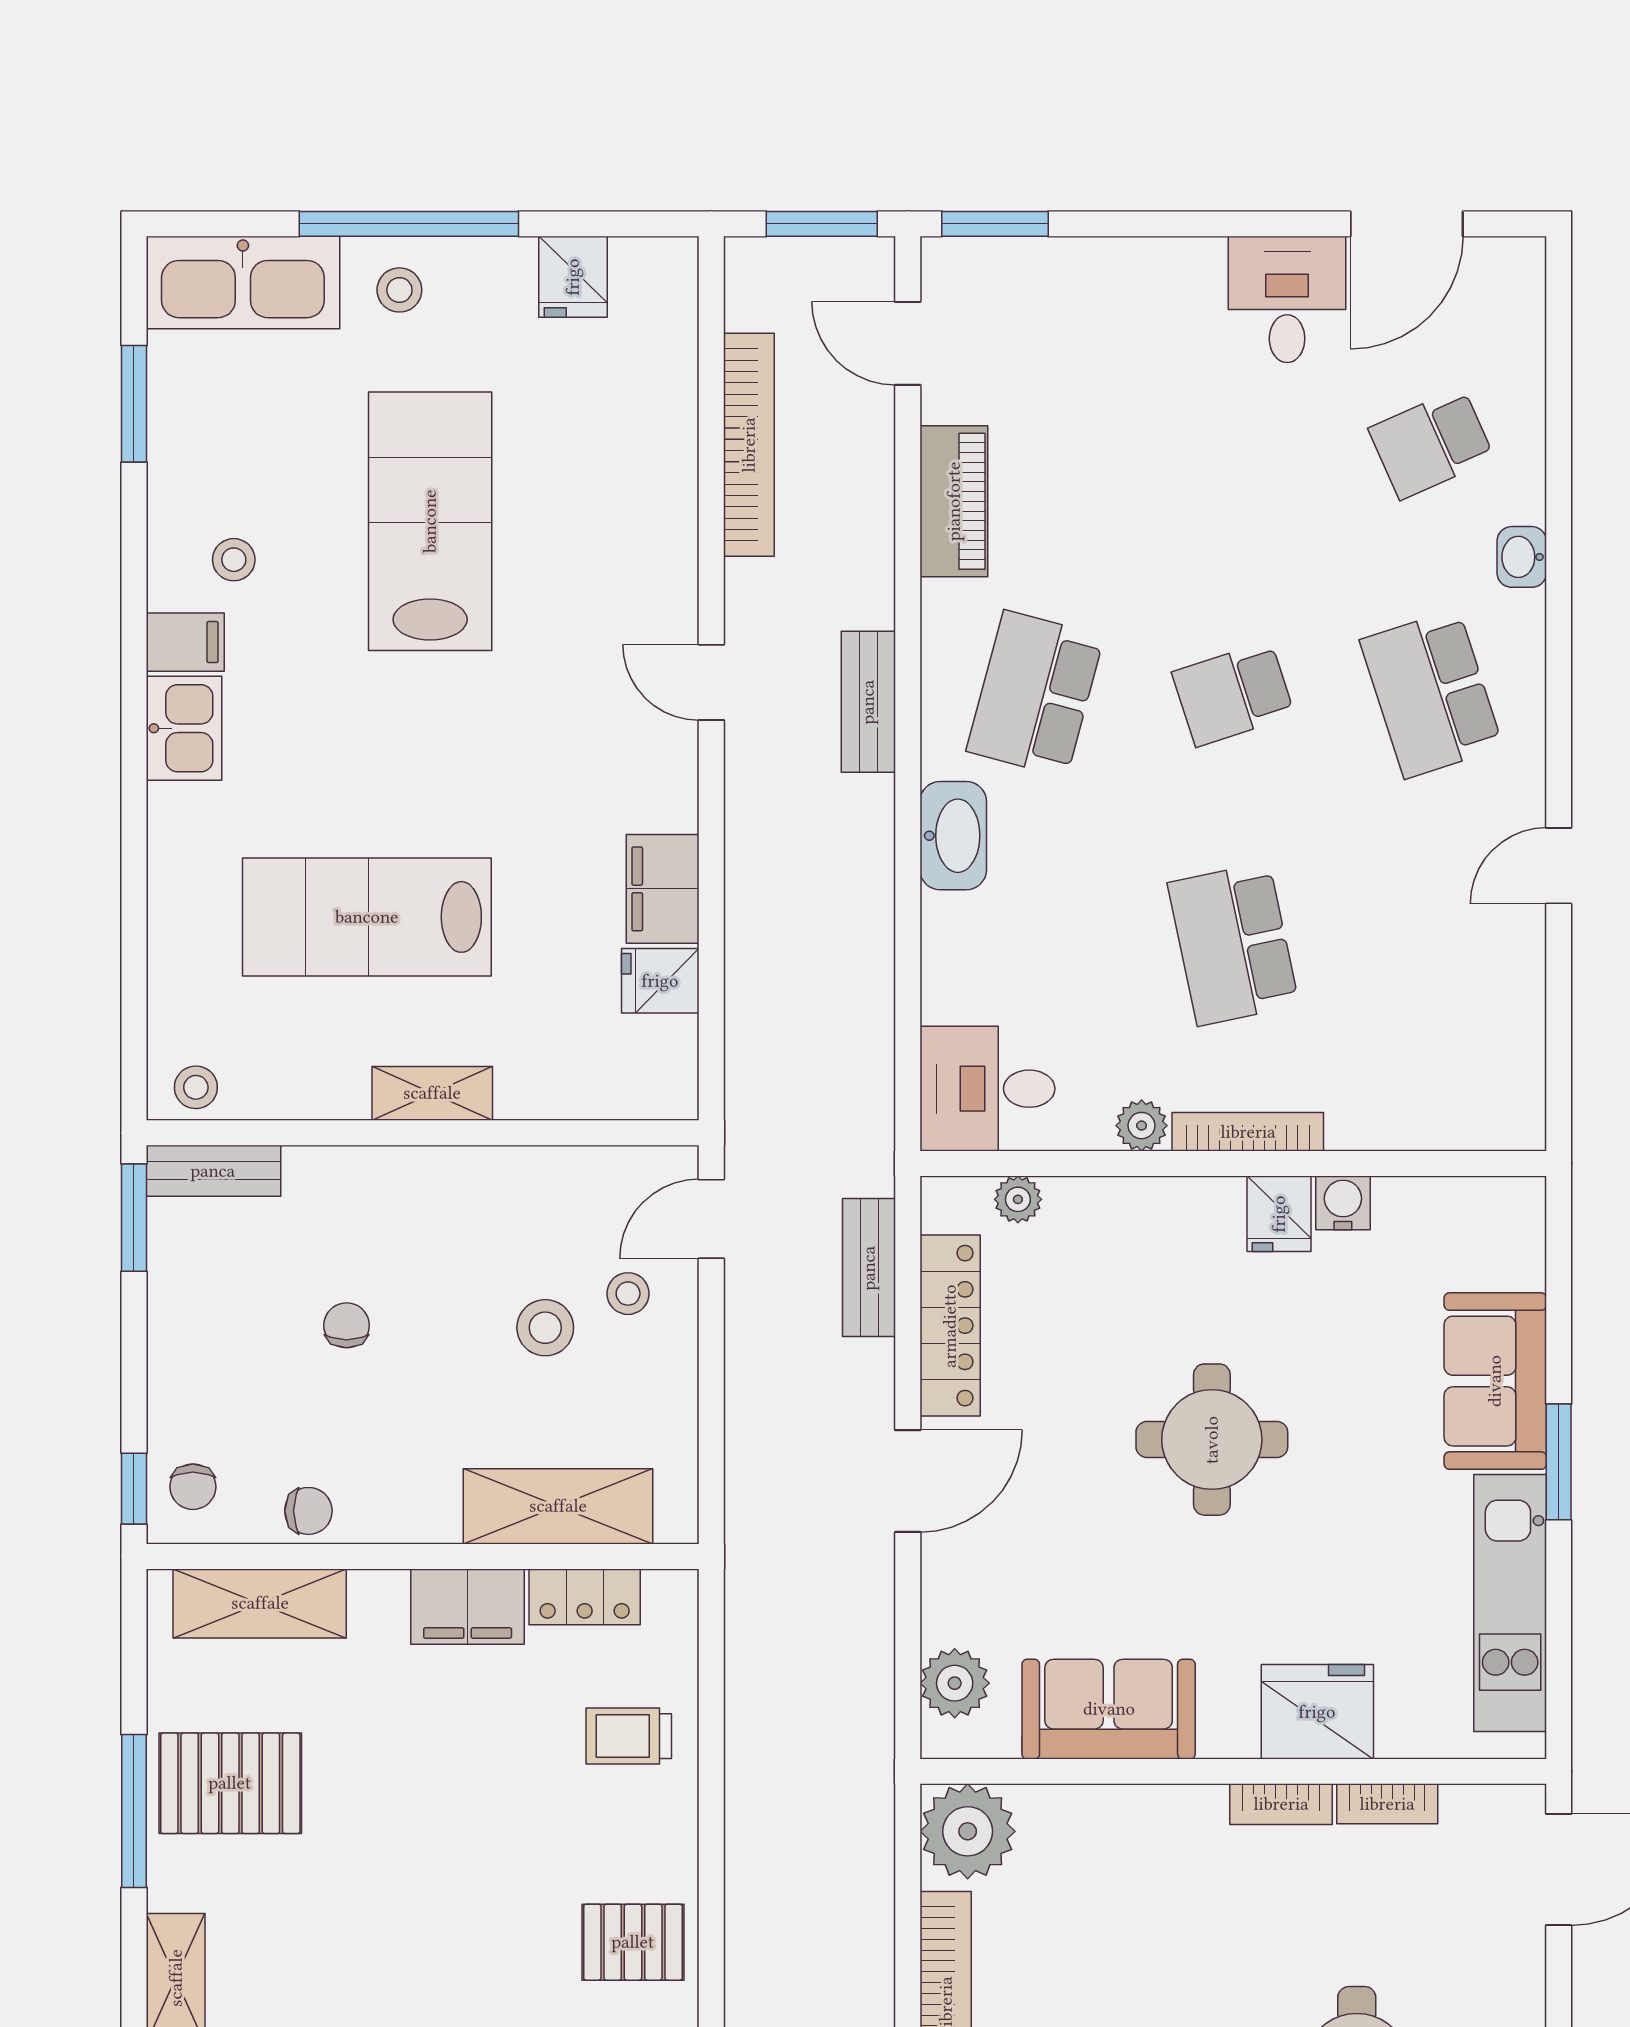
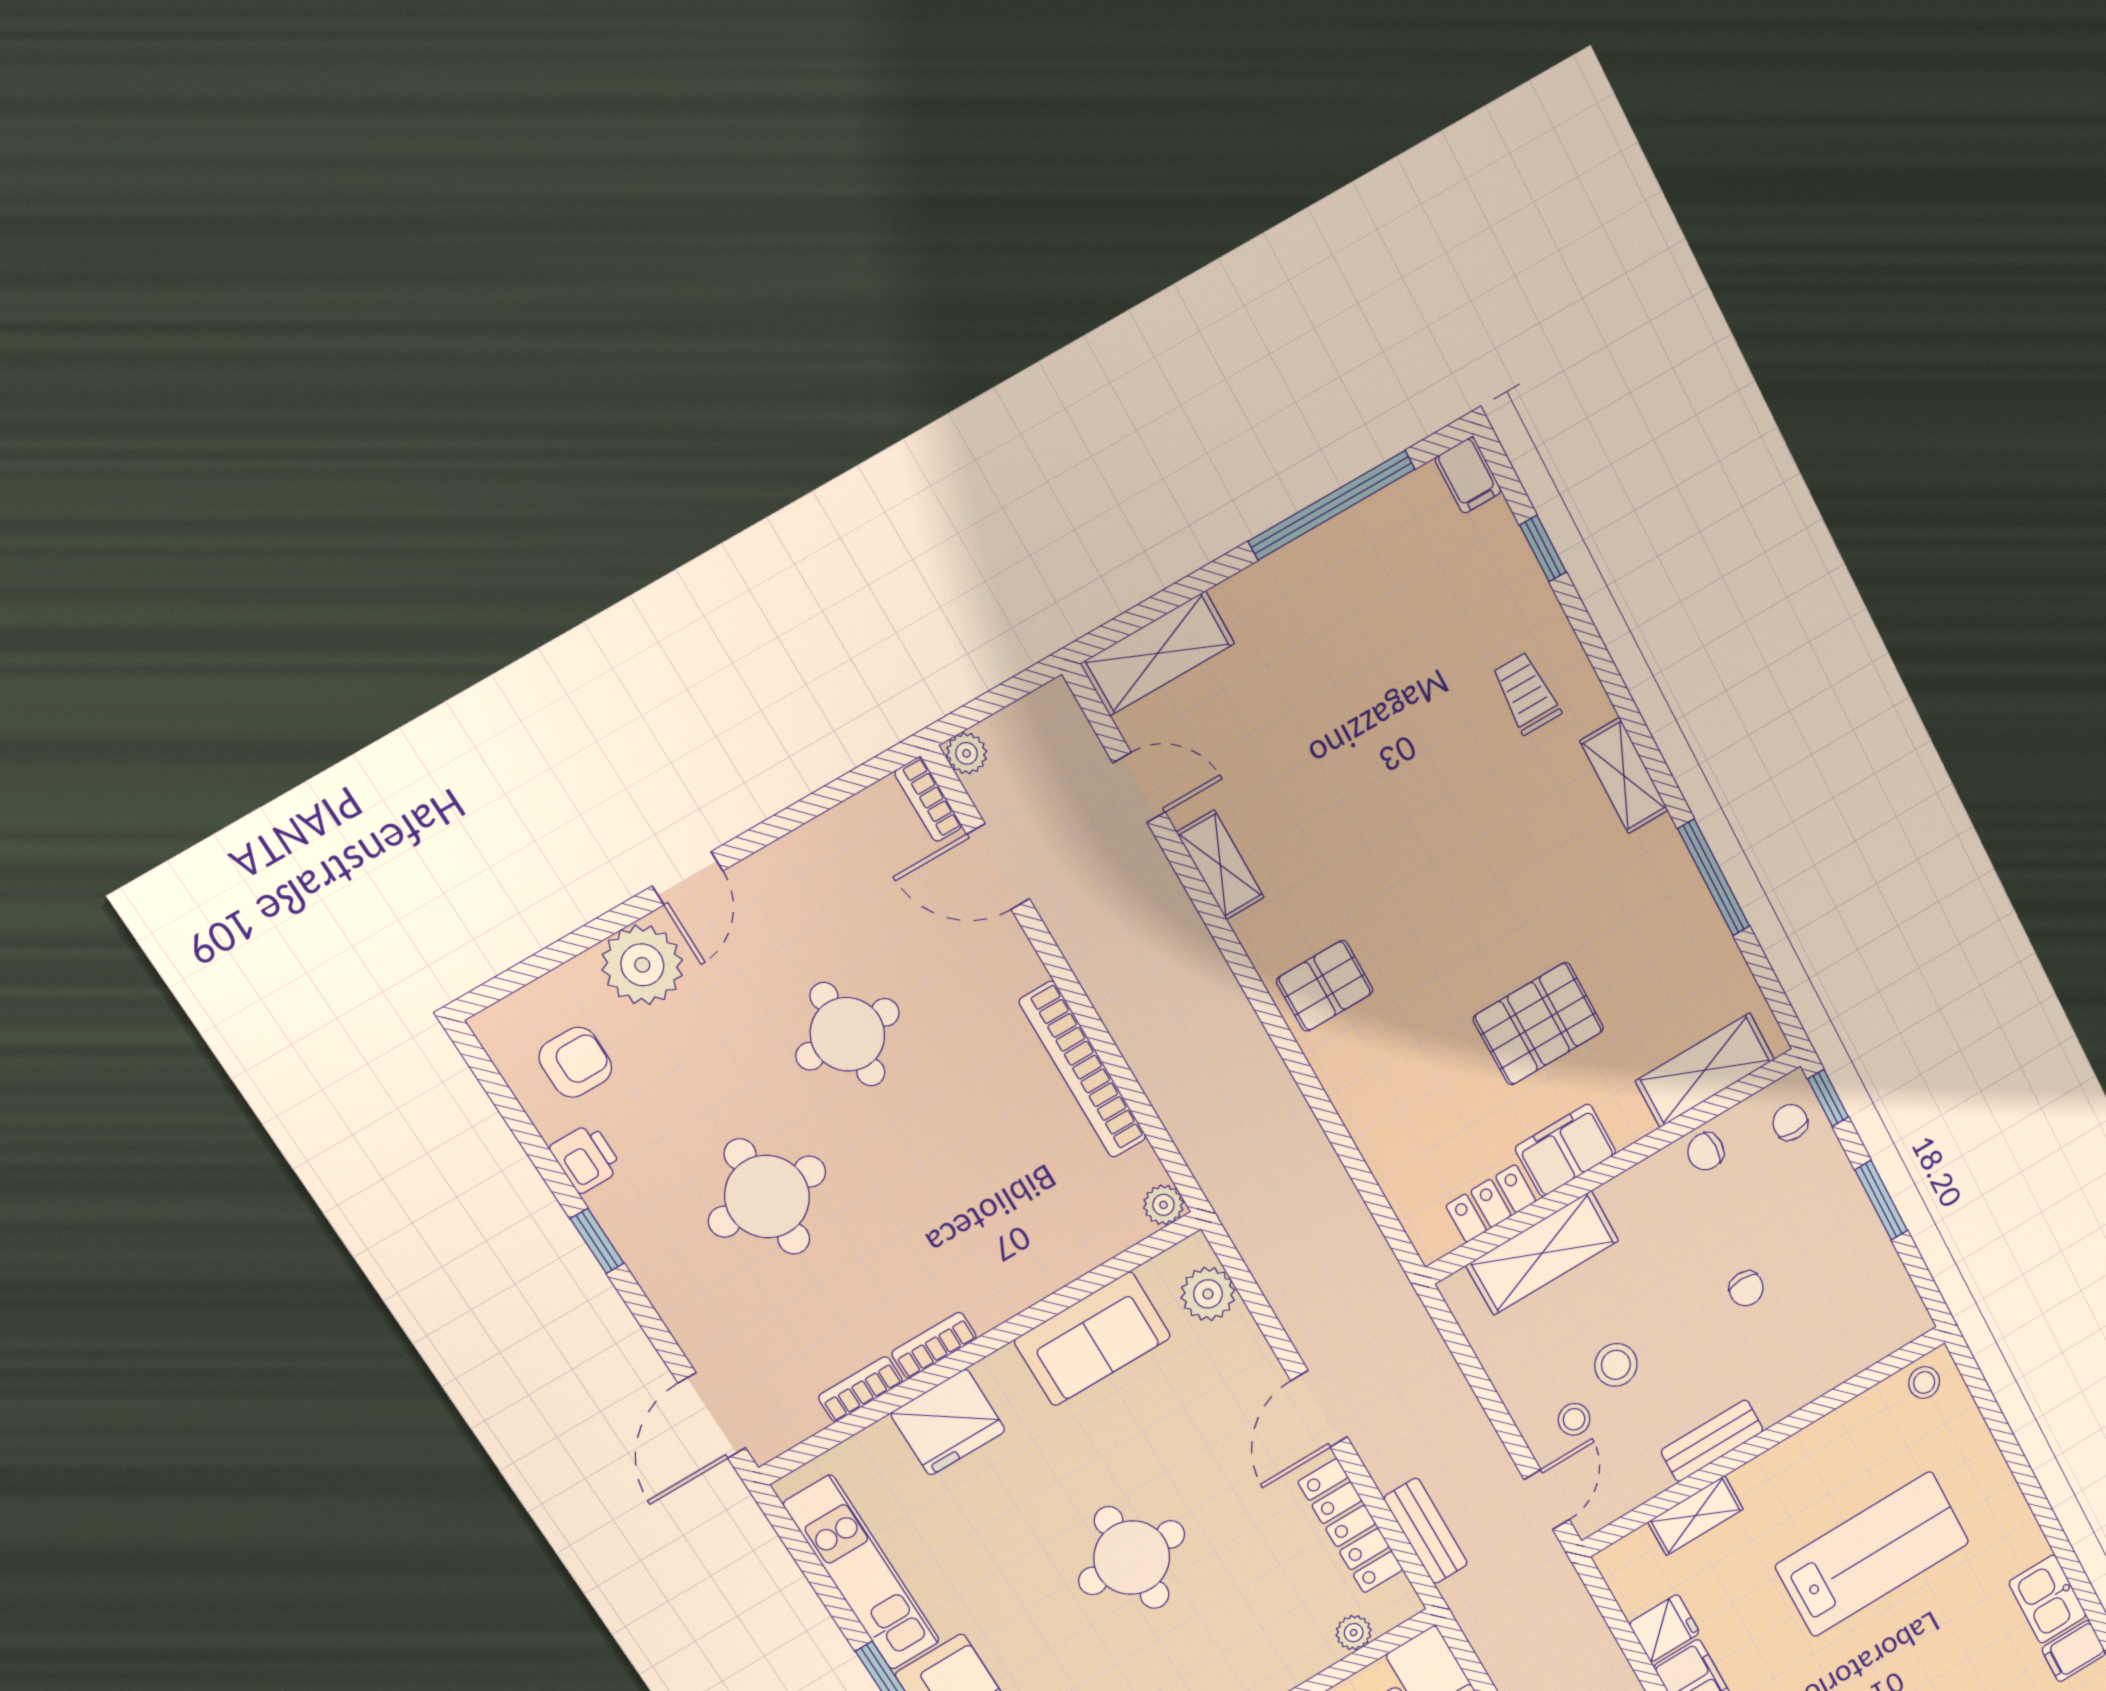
shelving: (432, 1093) -> (1695, 1516), moved
bench: (213, 1171) -> (1712, 1441), moved
window: (134, 1218) -> (1881, 1200), moved
trolley: (629, 1736) -> (1408, 1127), removed
pallet: (230, 1783) -> (1538, 1024), moved
plant: (968, 1831) -> (1163, 1205), width x0.53, depth x0.53

